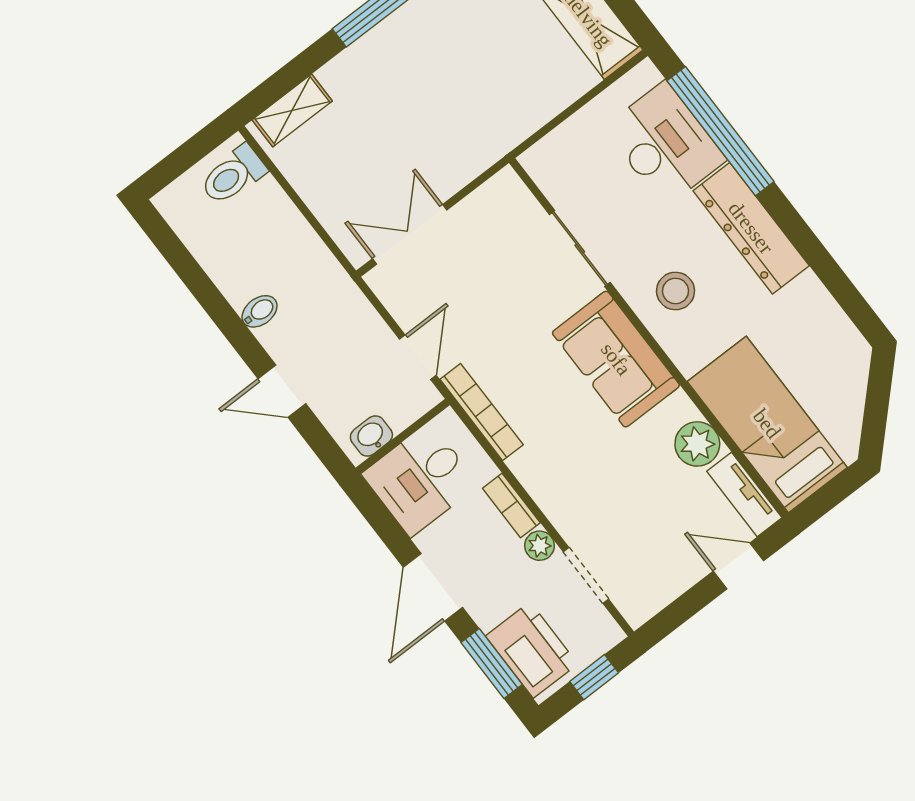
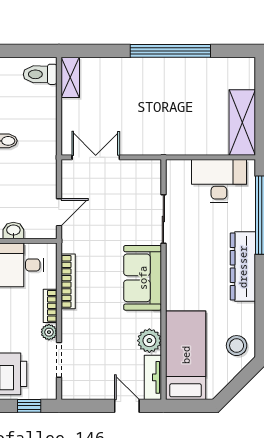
shelving: (292, 110) -> (70, 77), moved, turned 90
desk: (665, 144) -> (219, 181), moved, turned -90
stool: (676, 291) -> (237, 346), moved
bookcase: (482, 412) -> (68, 281), moved

